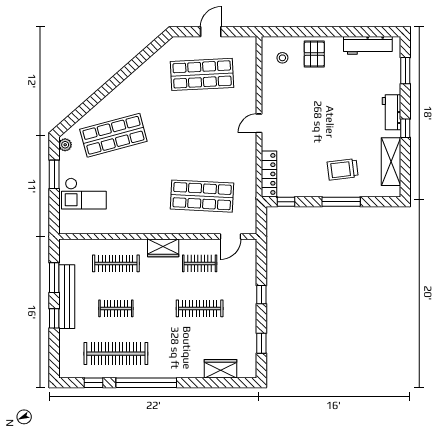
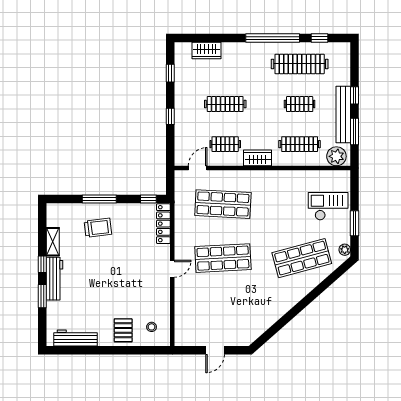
window: (405, 71) -> (42, 296), moved
shop shelf: (202, 74) -> (223, 258), moved
workbench: (391, 112) -> (54, 279), width x1.38
shelving: (391, 162) -> (53, 242), width x0.67, depth x0.75
plant: (74, 250) -> (336, 156), added

